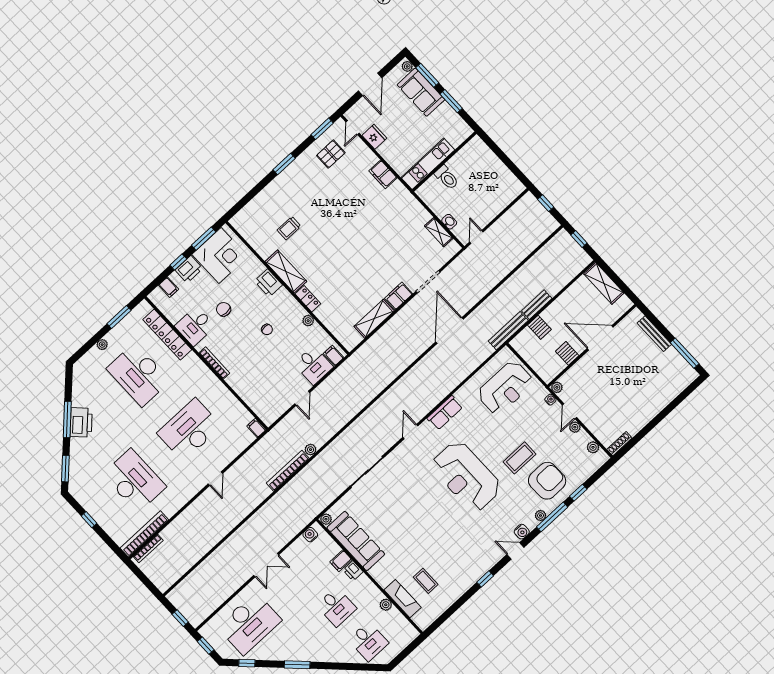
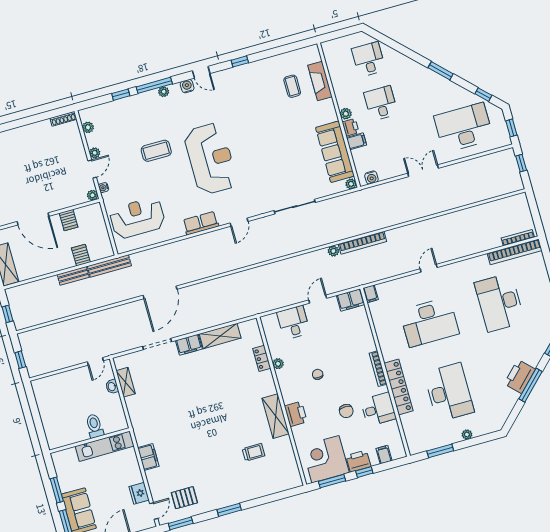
locker: (308, 299) -> (262, 358), moved
locker: (167, 335) -> (399, 387), moved
filing cabinet: (334, 356) -> (351, 300), moved, width x2.00
armchair: (547, 481) -> (143, 119), removed
plant: (386, 605) -> (346, 114), moved

